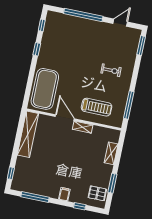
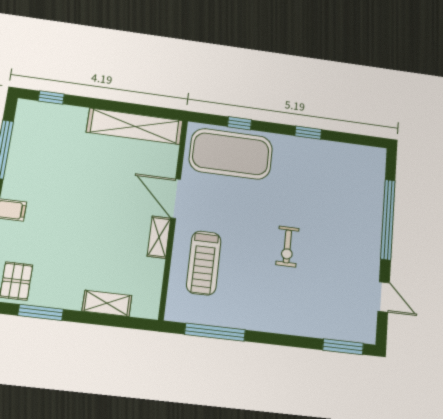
window: (42, 25) -> (240, 123), moved
exercise bike: (111, 70) -> (287, 246), moved
door: (65, 118) -> (176, 199), swing flipped

